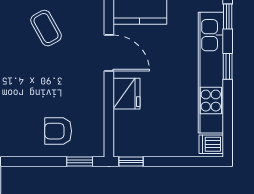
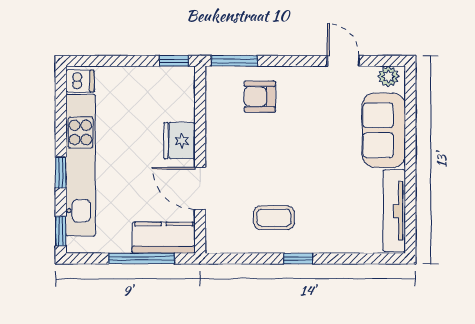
coffee table: (46, 28) -> (274, 218), turned -61
armchair: (58, 131) -> (260, 97), turned 180
window: (80, 161) -> (234, 61), width x1.50

